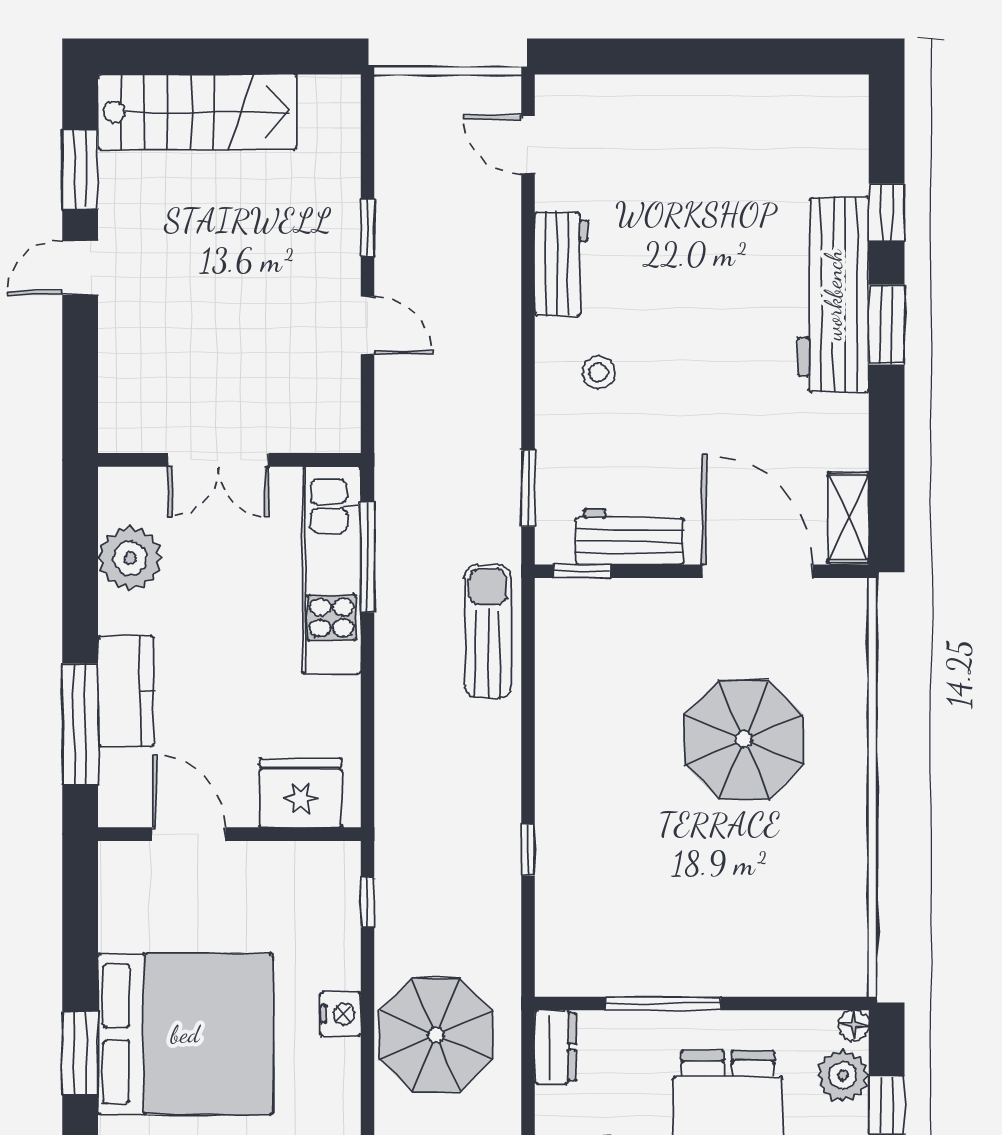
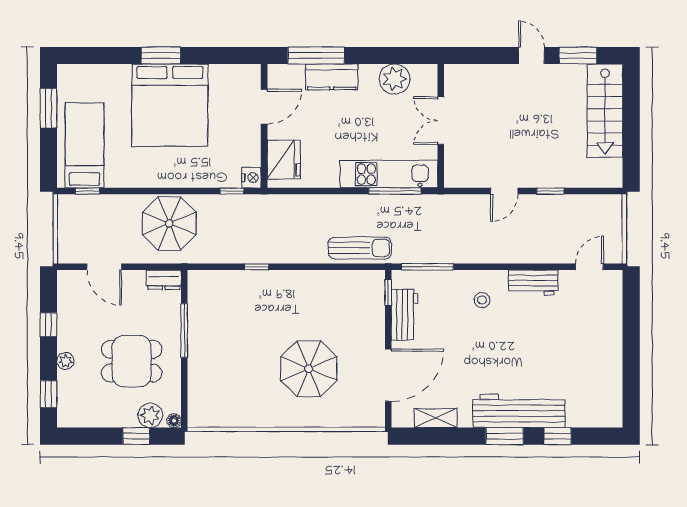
window: (528, 488) -> (427, 267), width x1.44
shelving: (848, 518) -> (436, 418), moved
nightstand: (341, 1014) -> (251, 178), moved, turned -90

